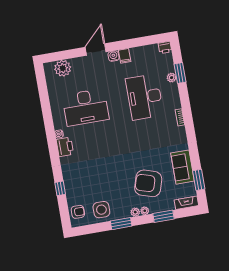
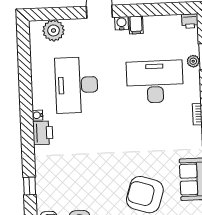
desk: (145, 97) -> (155, 82), turned 90
desk: (86, 107) -> (77, 85), turned 90

